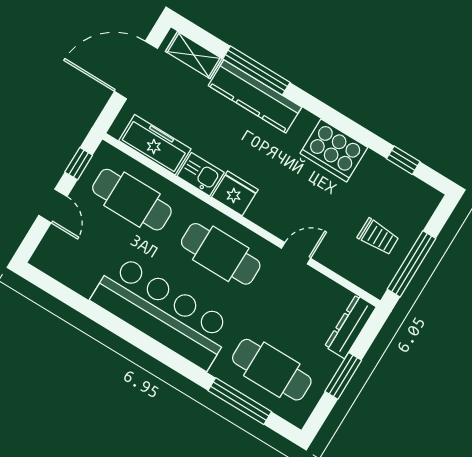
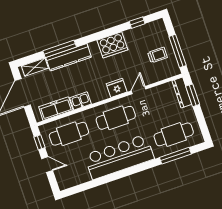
fridge: (235, 193) -> (117, 88), moved
window: (343, 376) -> (193, 95), moved

